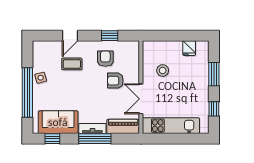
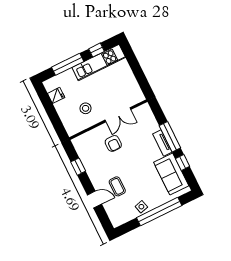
armchair: (105, 59) -> (99, 161), removed
window: (214, 74) -> (68, 64), width x1.44
piano: (123, 126) -> (148, 118), removed
kitchen unit: (171, 126) -> (99, 62), moved, turned -90
window: (52, 139) -> (183, 163), moved

